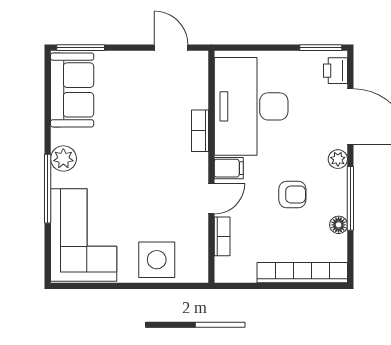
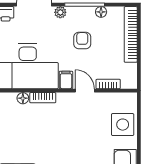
floor lamp: (199, 99) -> (23, 98), added

